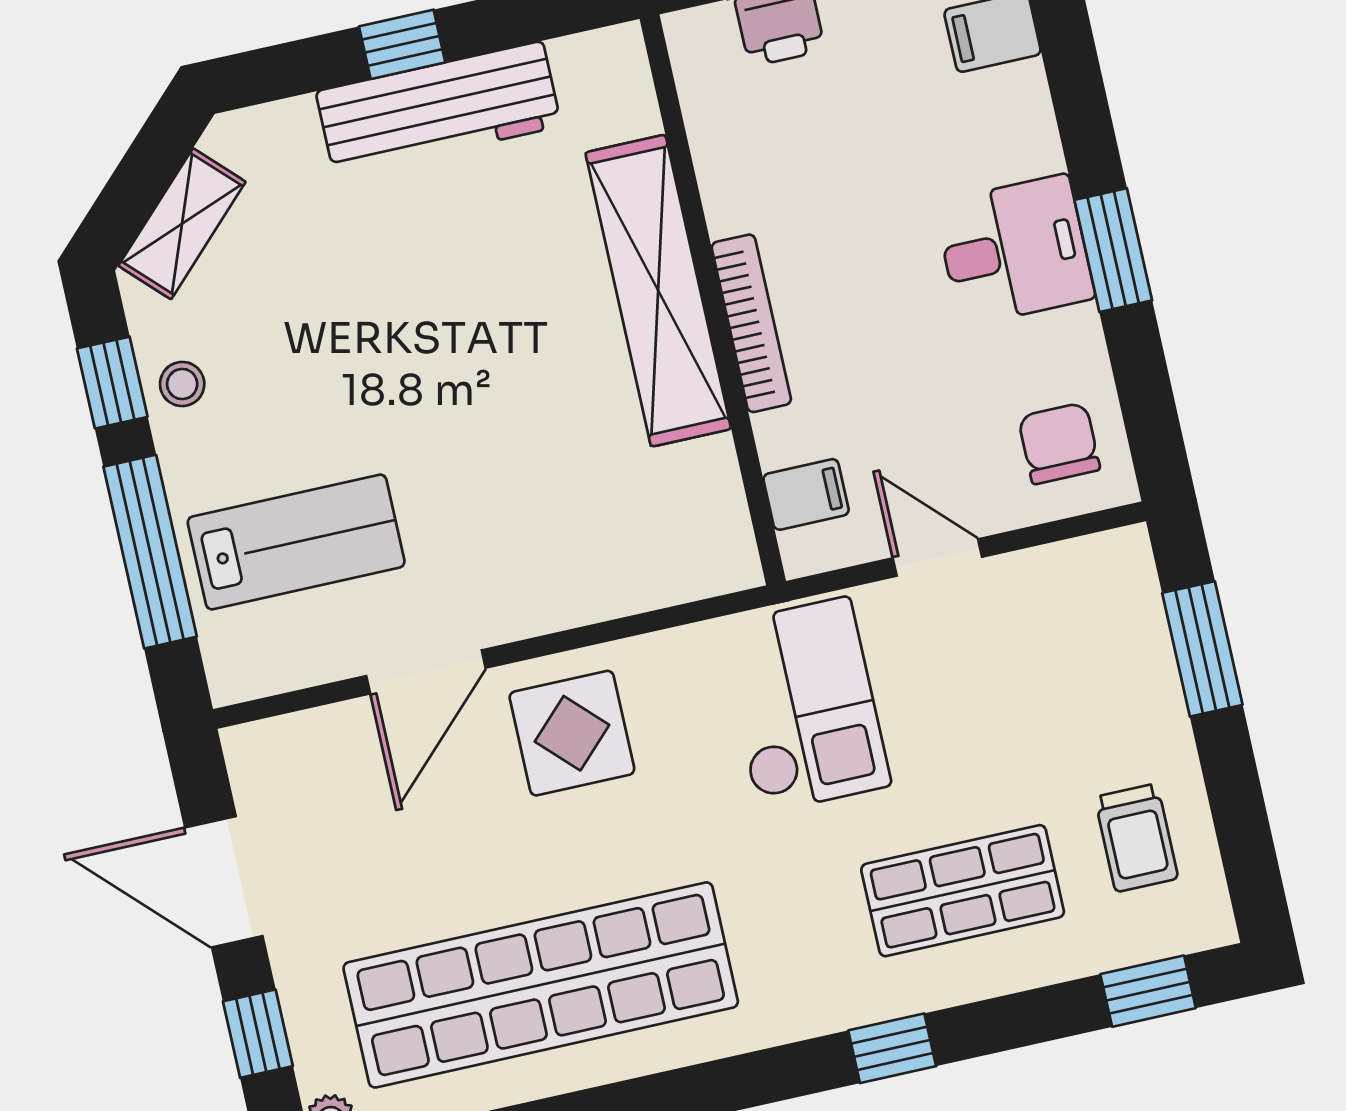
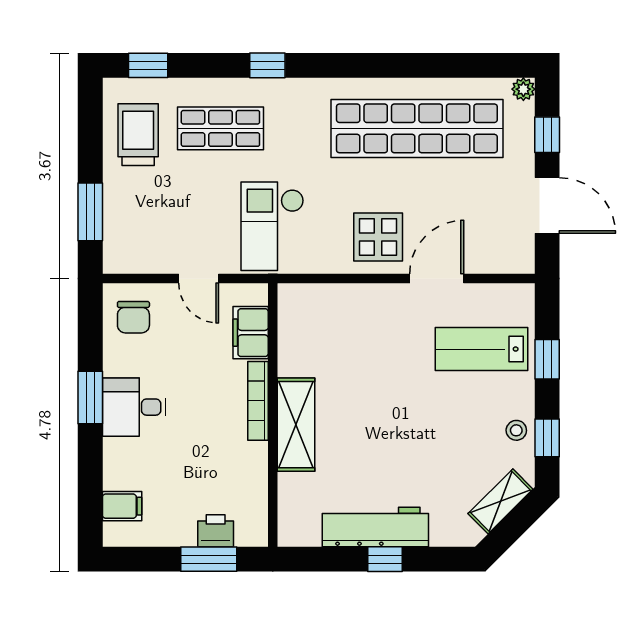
shelving: (658, 291) -> (296, 425), width x0.68
filing cabinet: (806, 494) -> (251, 333), width x2.00
window: (150, 552) -> (547, 359), width x0.46
trolley: (1136, 838) -> (138, 135), width x1.36, depth x1.39

